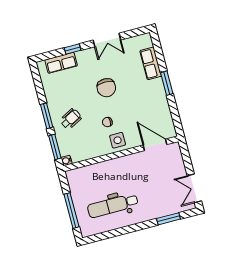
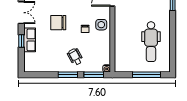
row of seats: (61, 63) -> (30, 40), moved
chair: (106, 88) -> (58, 23), turned 180

